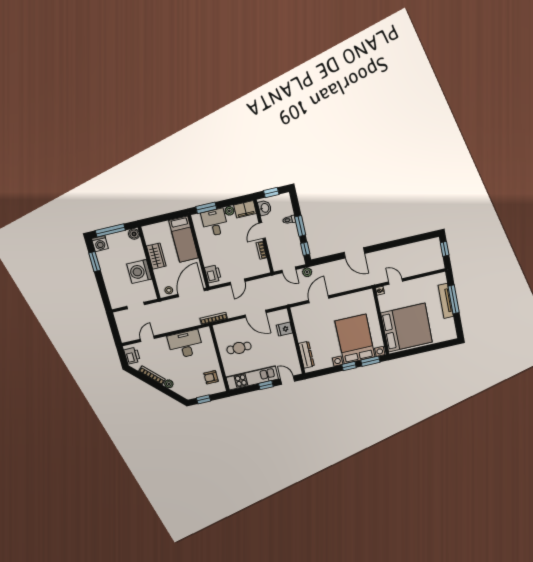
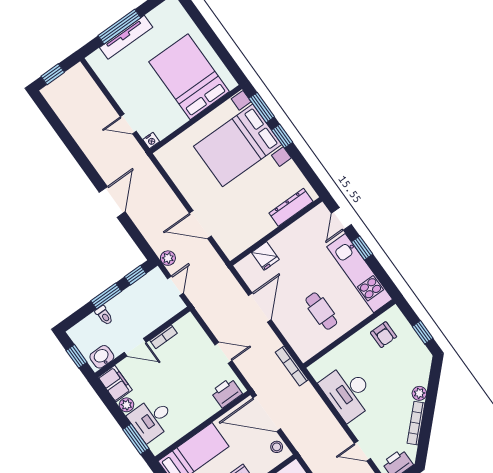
door: (396, 281) -> (128, 124), hinge flipped
bed: (407, 328) -> (189, 77), width x0.73

